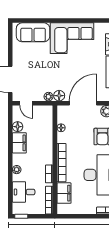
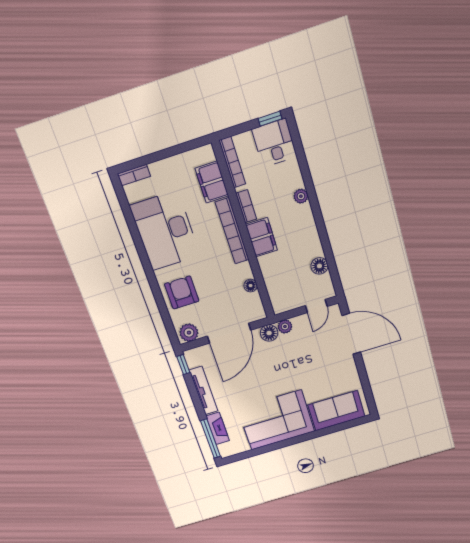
door: (26, 103) -> (316, 306), swing flipped
filing cabinet: (19, 143) -> (262, 237), moved, turned 180
desk: (24, 192) -> (274, 143), moved, turned -90

